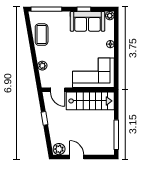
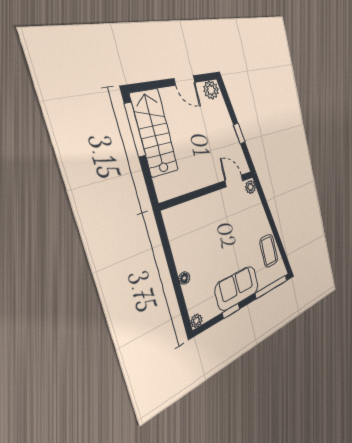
sofa: (87, 21) -> (237, 288), moved
plant: (42, 66) -> (250, 187), moved
corner sofa: (93, 73) -> (196, 223), removed
stairs: (90, 101) -> (155, 133), moved, turned 90

